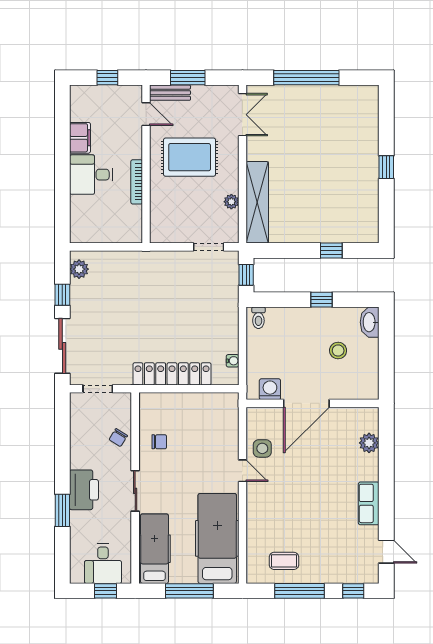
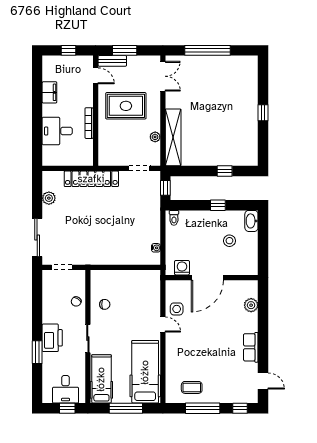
desk: (91, 175) -> (57, 131), moved
plant: (79, 269) -> (49, 198), moved
window: (62, 295) -> (37, 202), removed
locker: (172, 374) -> (91, 179), moved, turned 180

